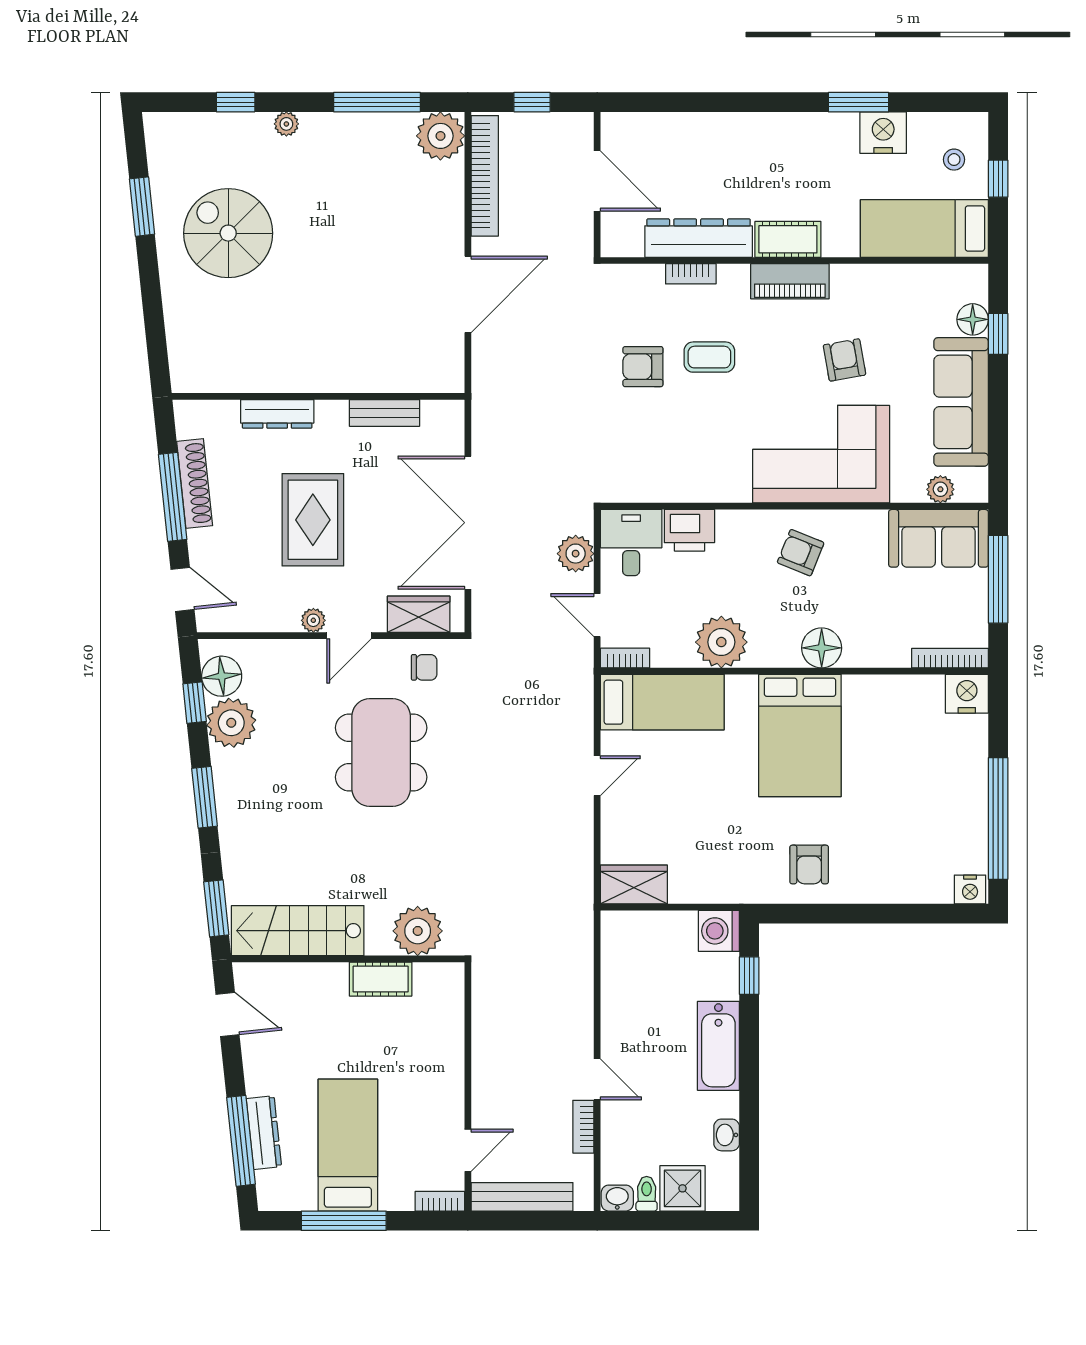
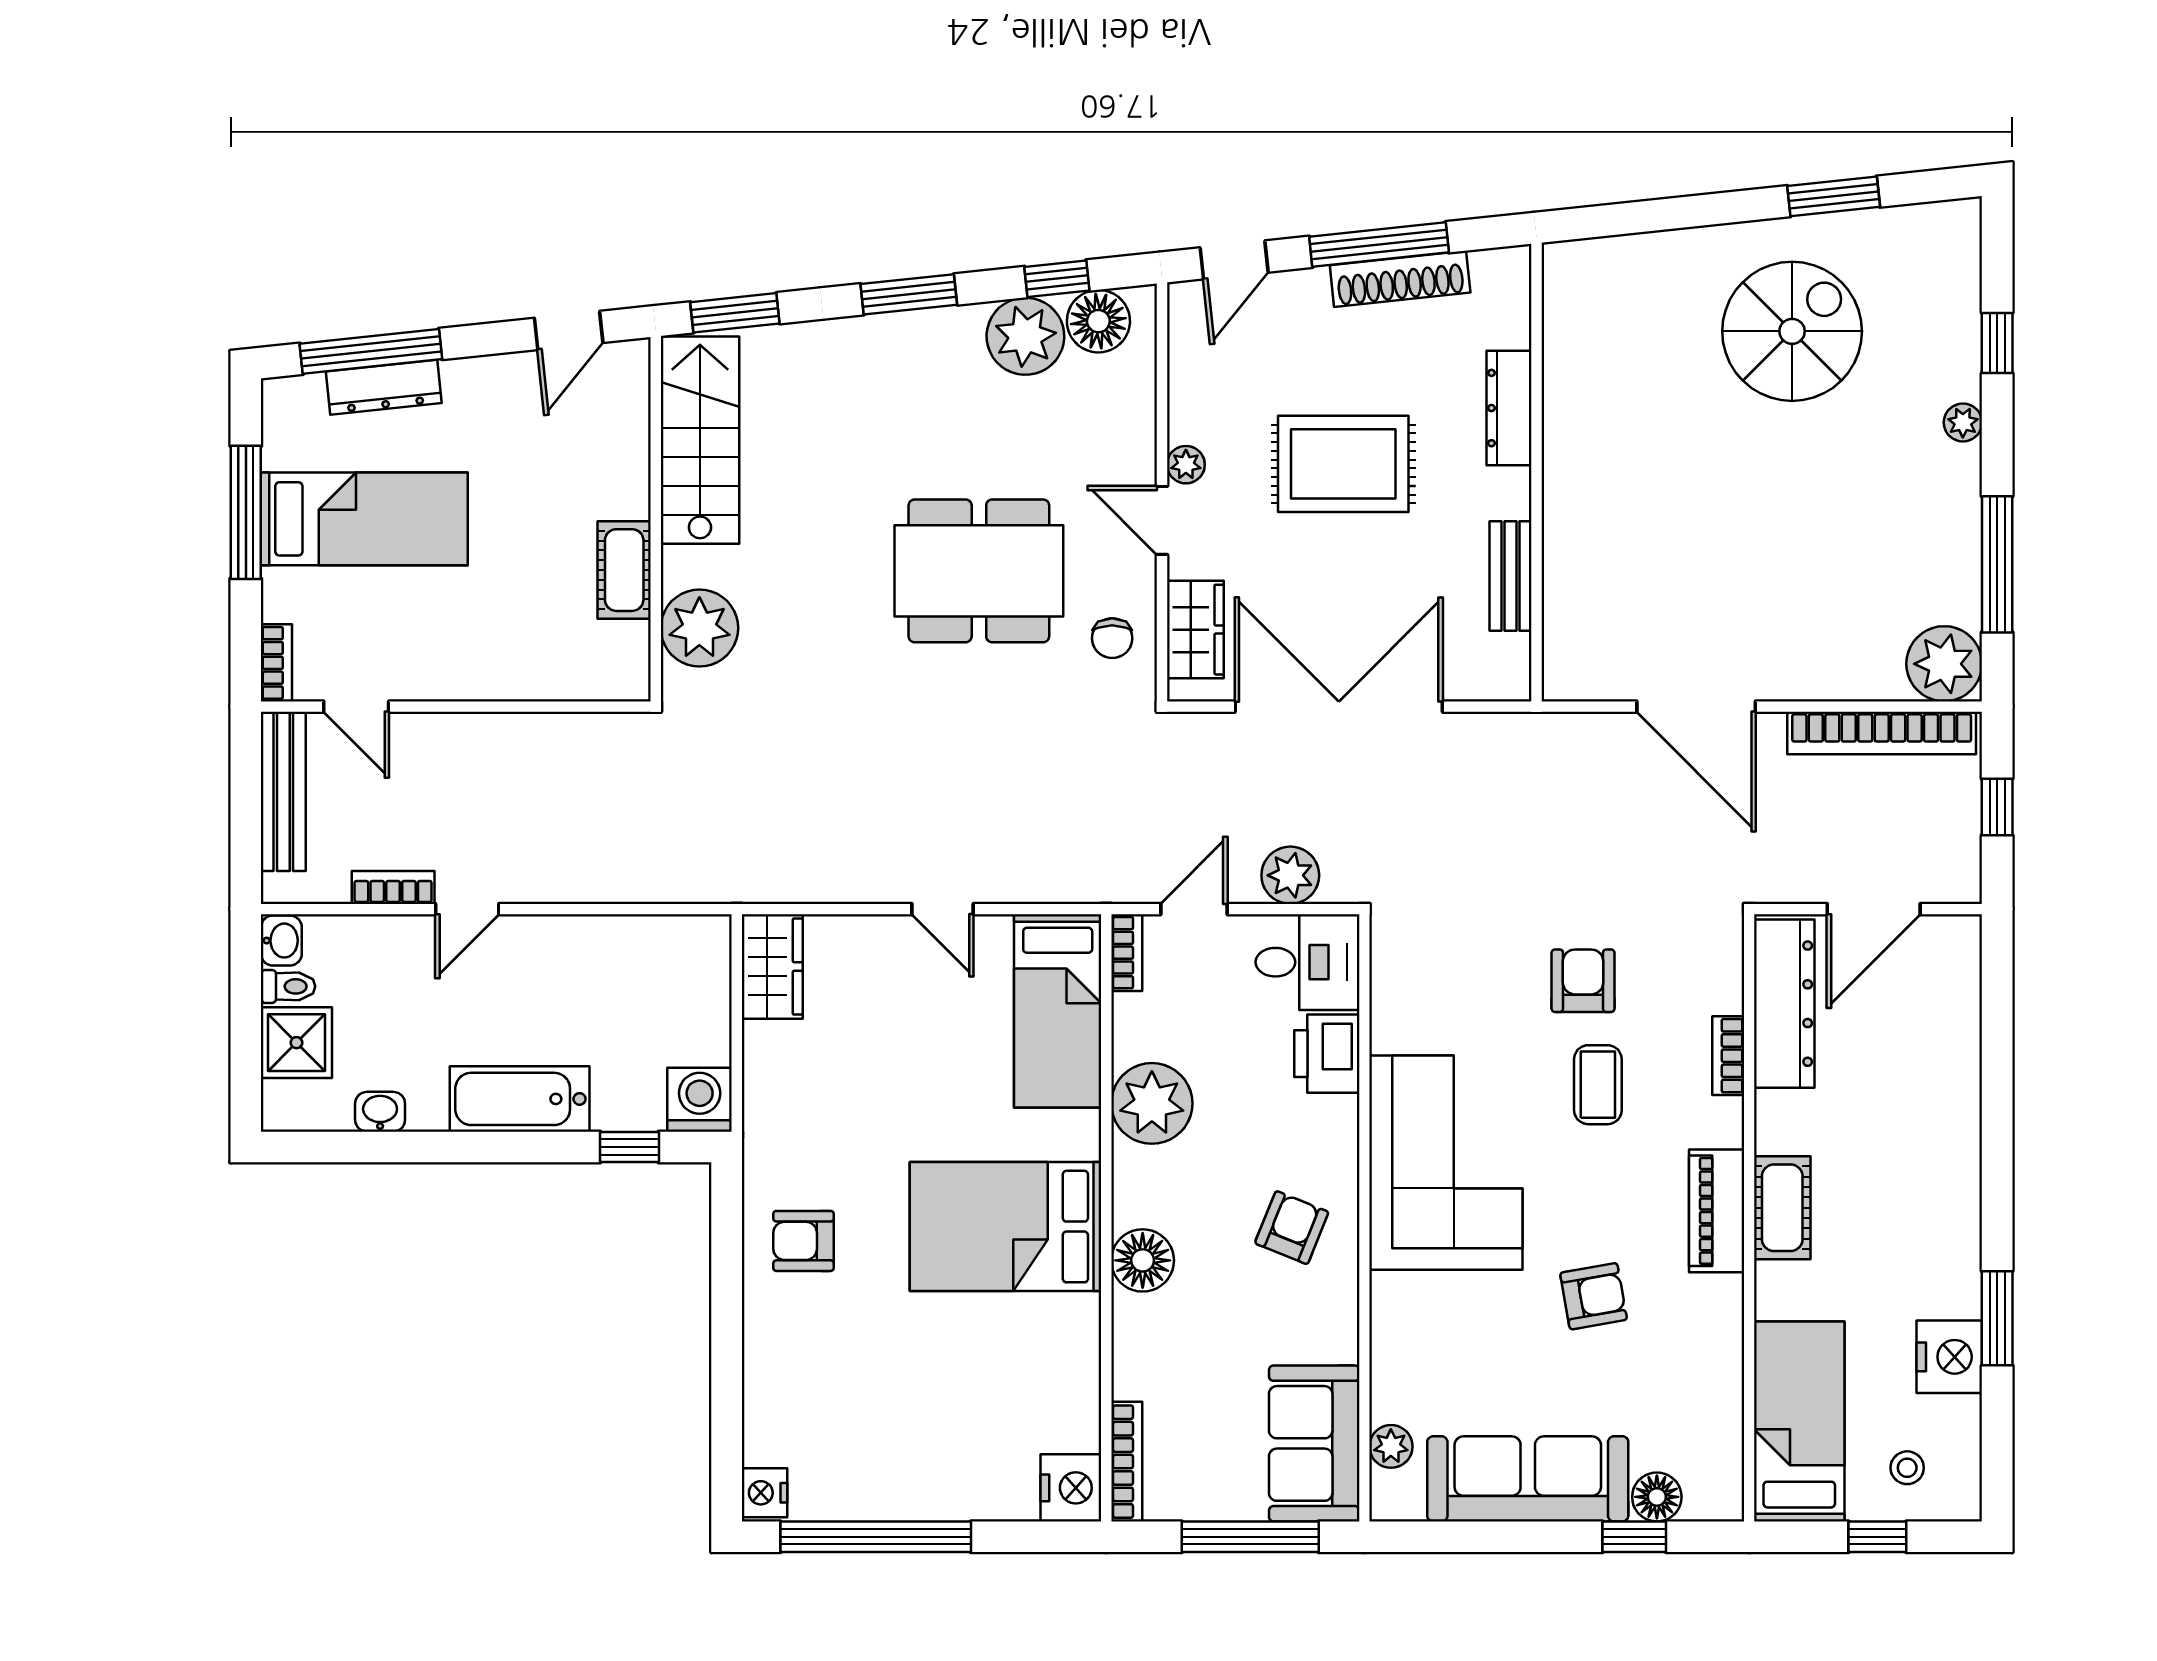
dresser: (699, 238) -> (1784, 1004), moved
corner sofa: (821, 454) -> (1446, 1163), moved

